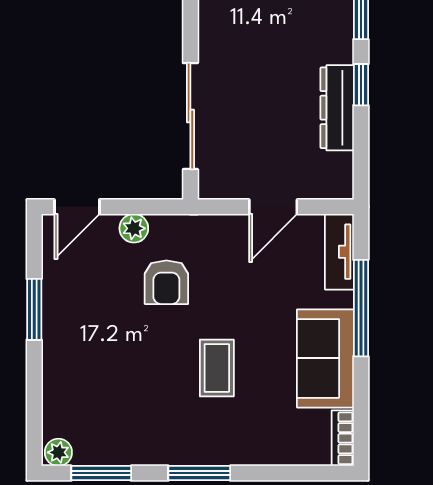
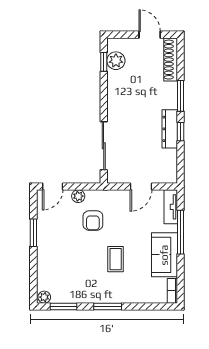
dresser: (337, 108) -> (170, 129), moved

